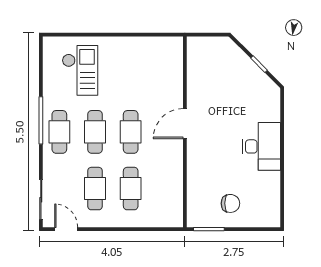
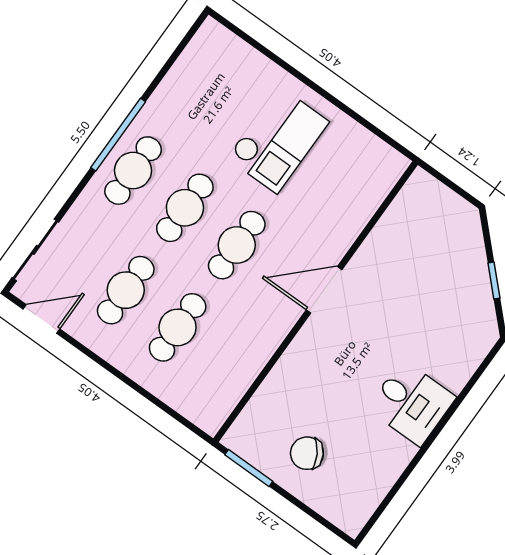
checkout: (80, 70) -> (278, 140), moved
desk: (261, 146) -> (412, 403), width x0.73
chair: (230, 203) -> (307, 453), turned 149
door: (66, 229) -> (41, 319), hinge flipped

